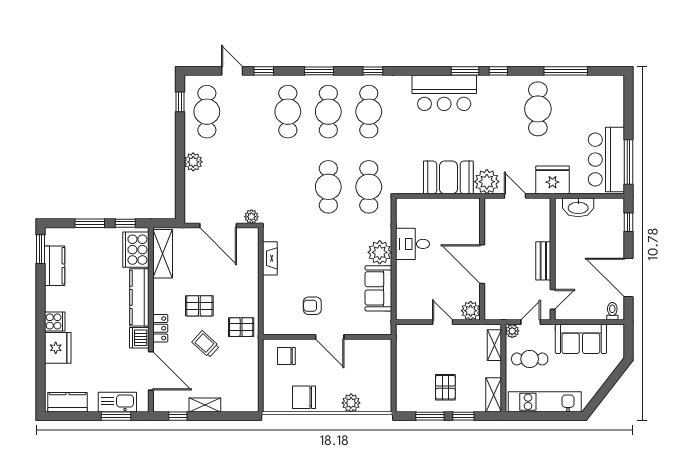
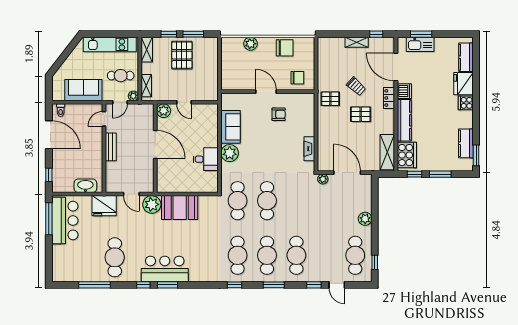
bar counter: (444, 93) -> (165, 269), moved
pallet: (445, 387) -> (182, 55), width x1.50, depth x1.42
kitchen counter: (68, 402) -> (466, 57), moved, turned 90

